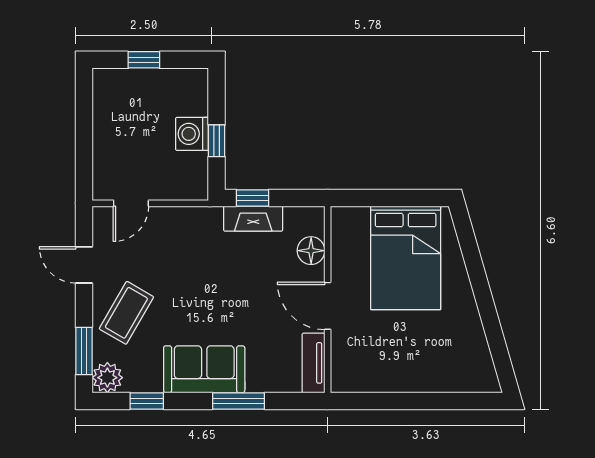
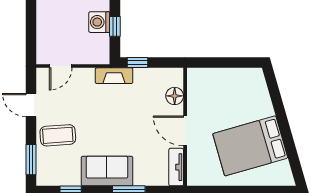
fireplace: (253, 219) -> (114, 76), moved
bed: (406, 258) -> (250, 146), moved, turned 74
coffee table: (126, 313) -> (58, 135), turned 56
plant: (107, 378) -> (46, 176), removed

